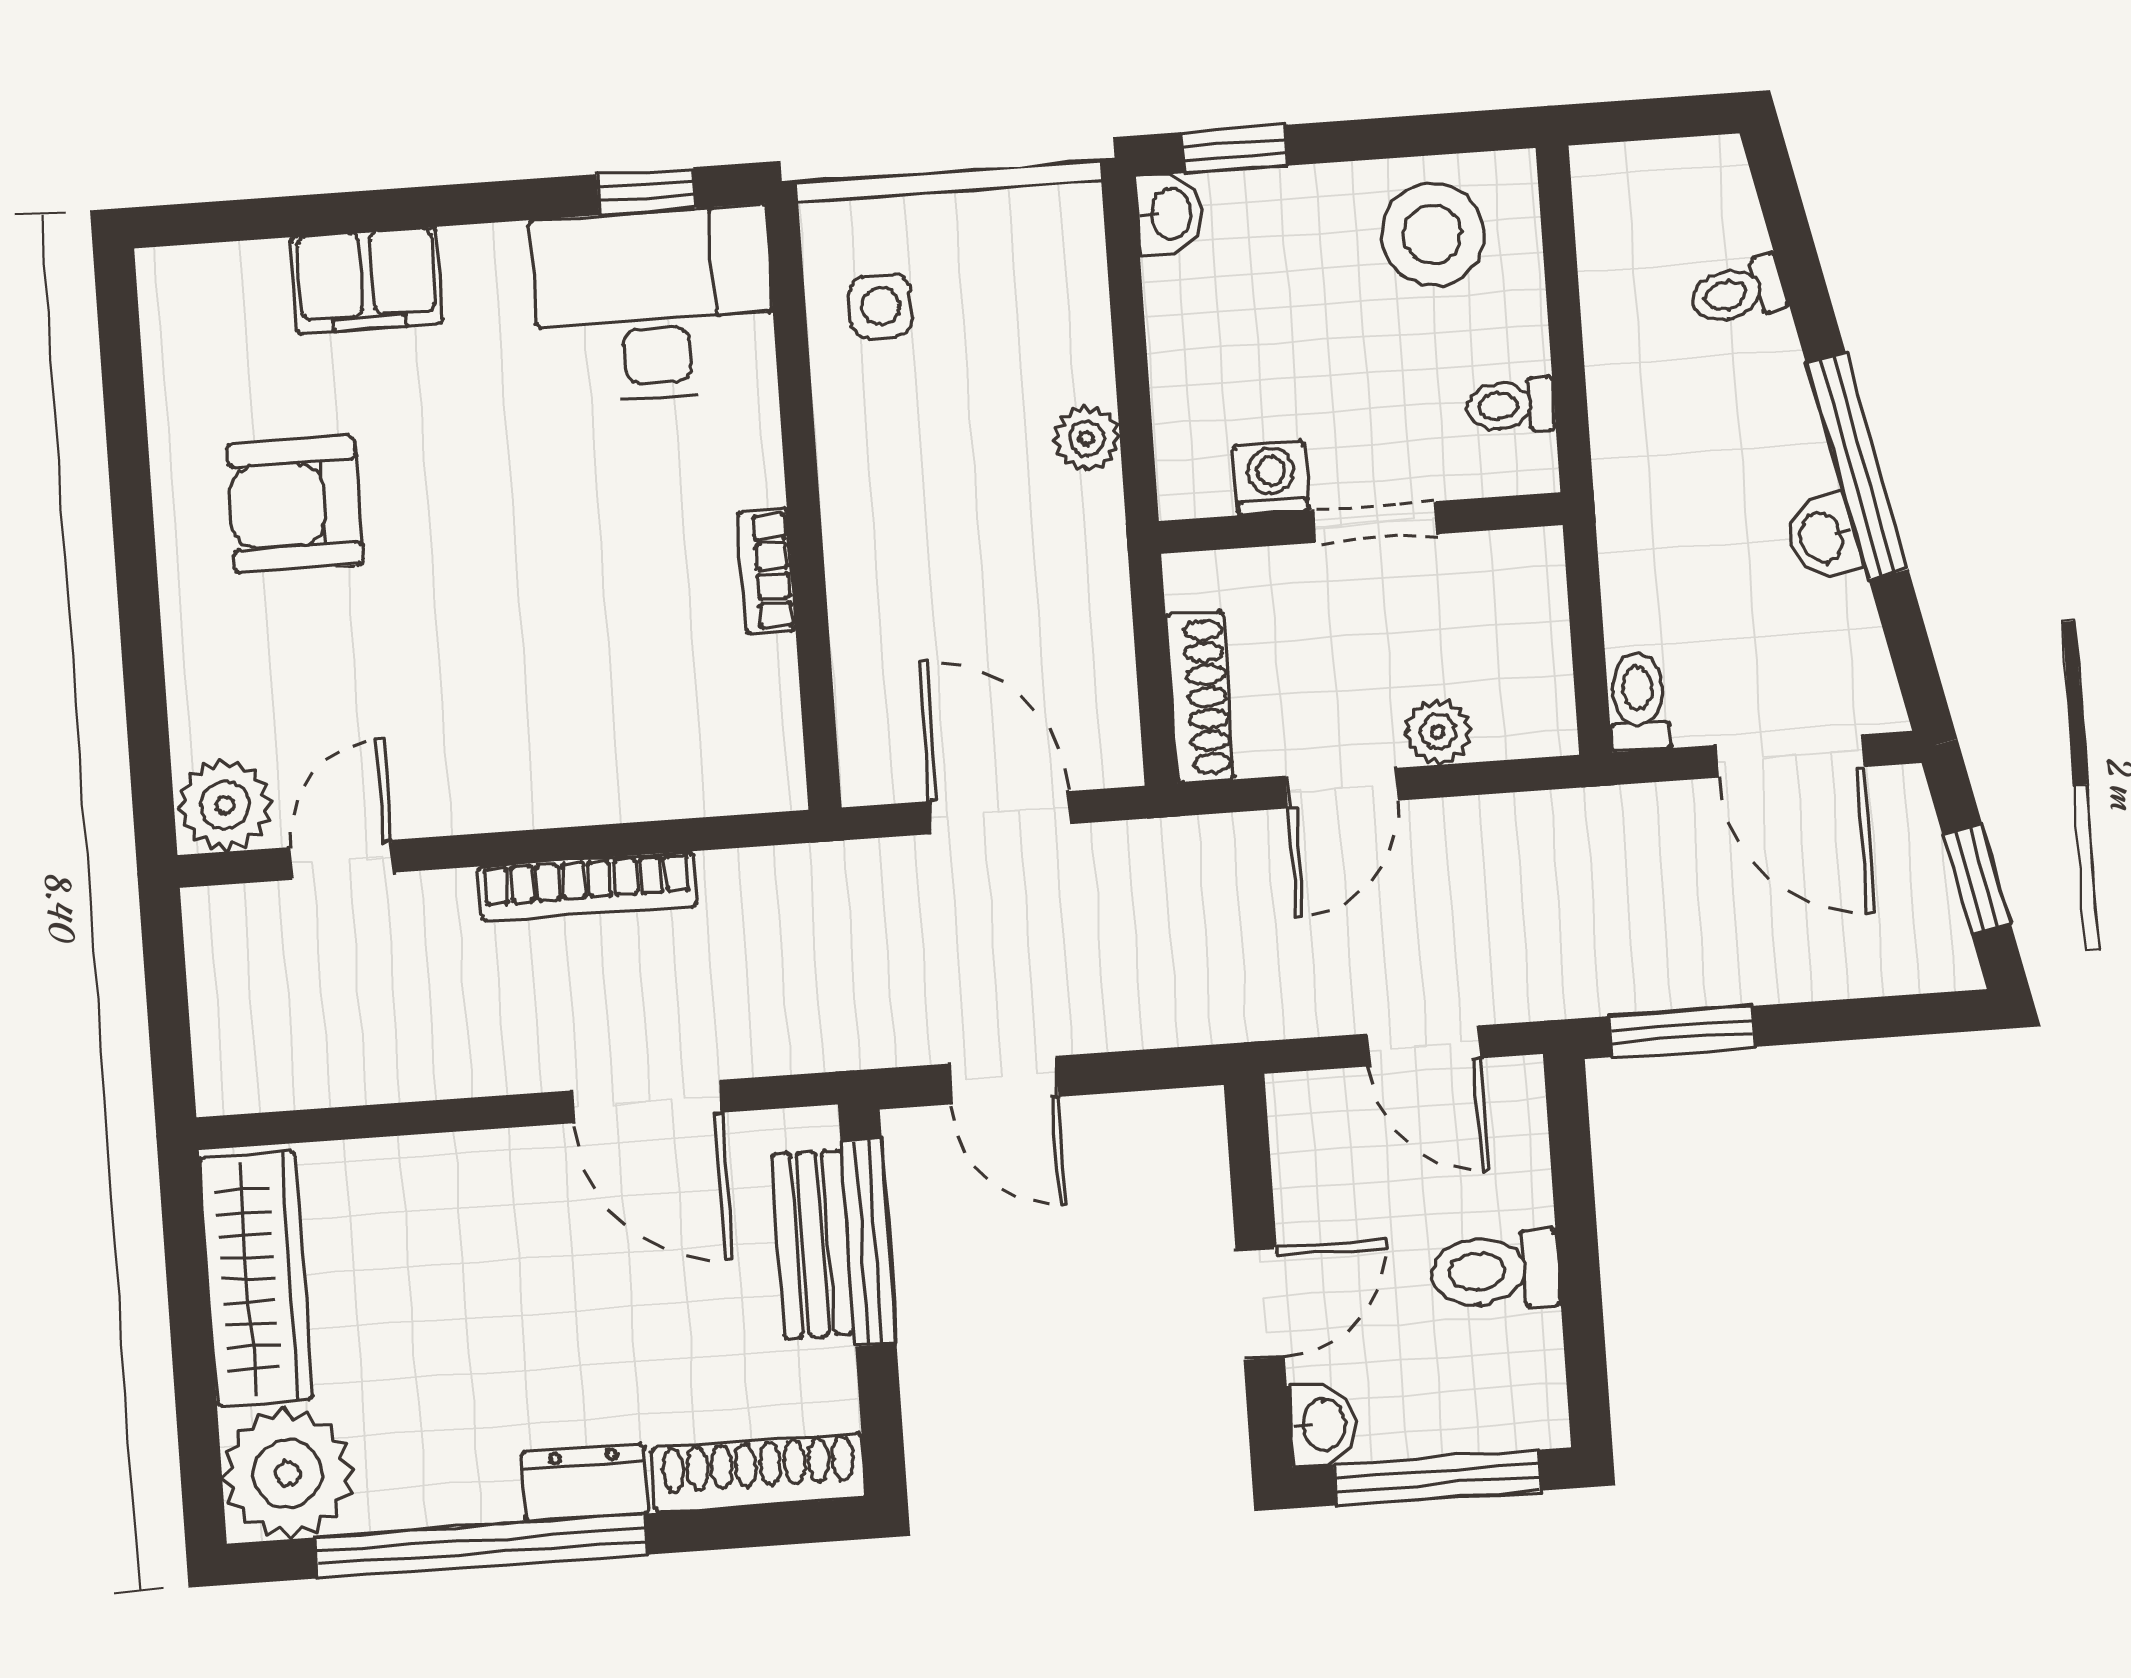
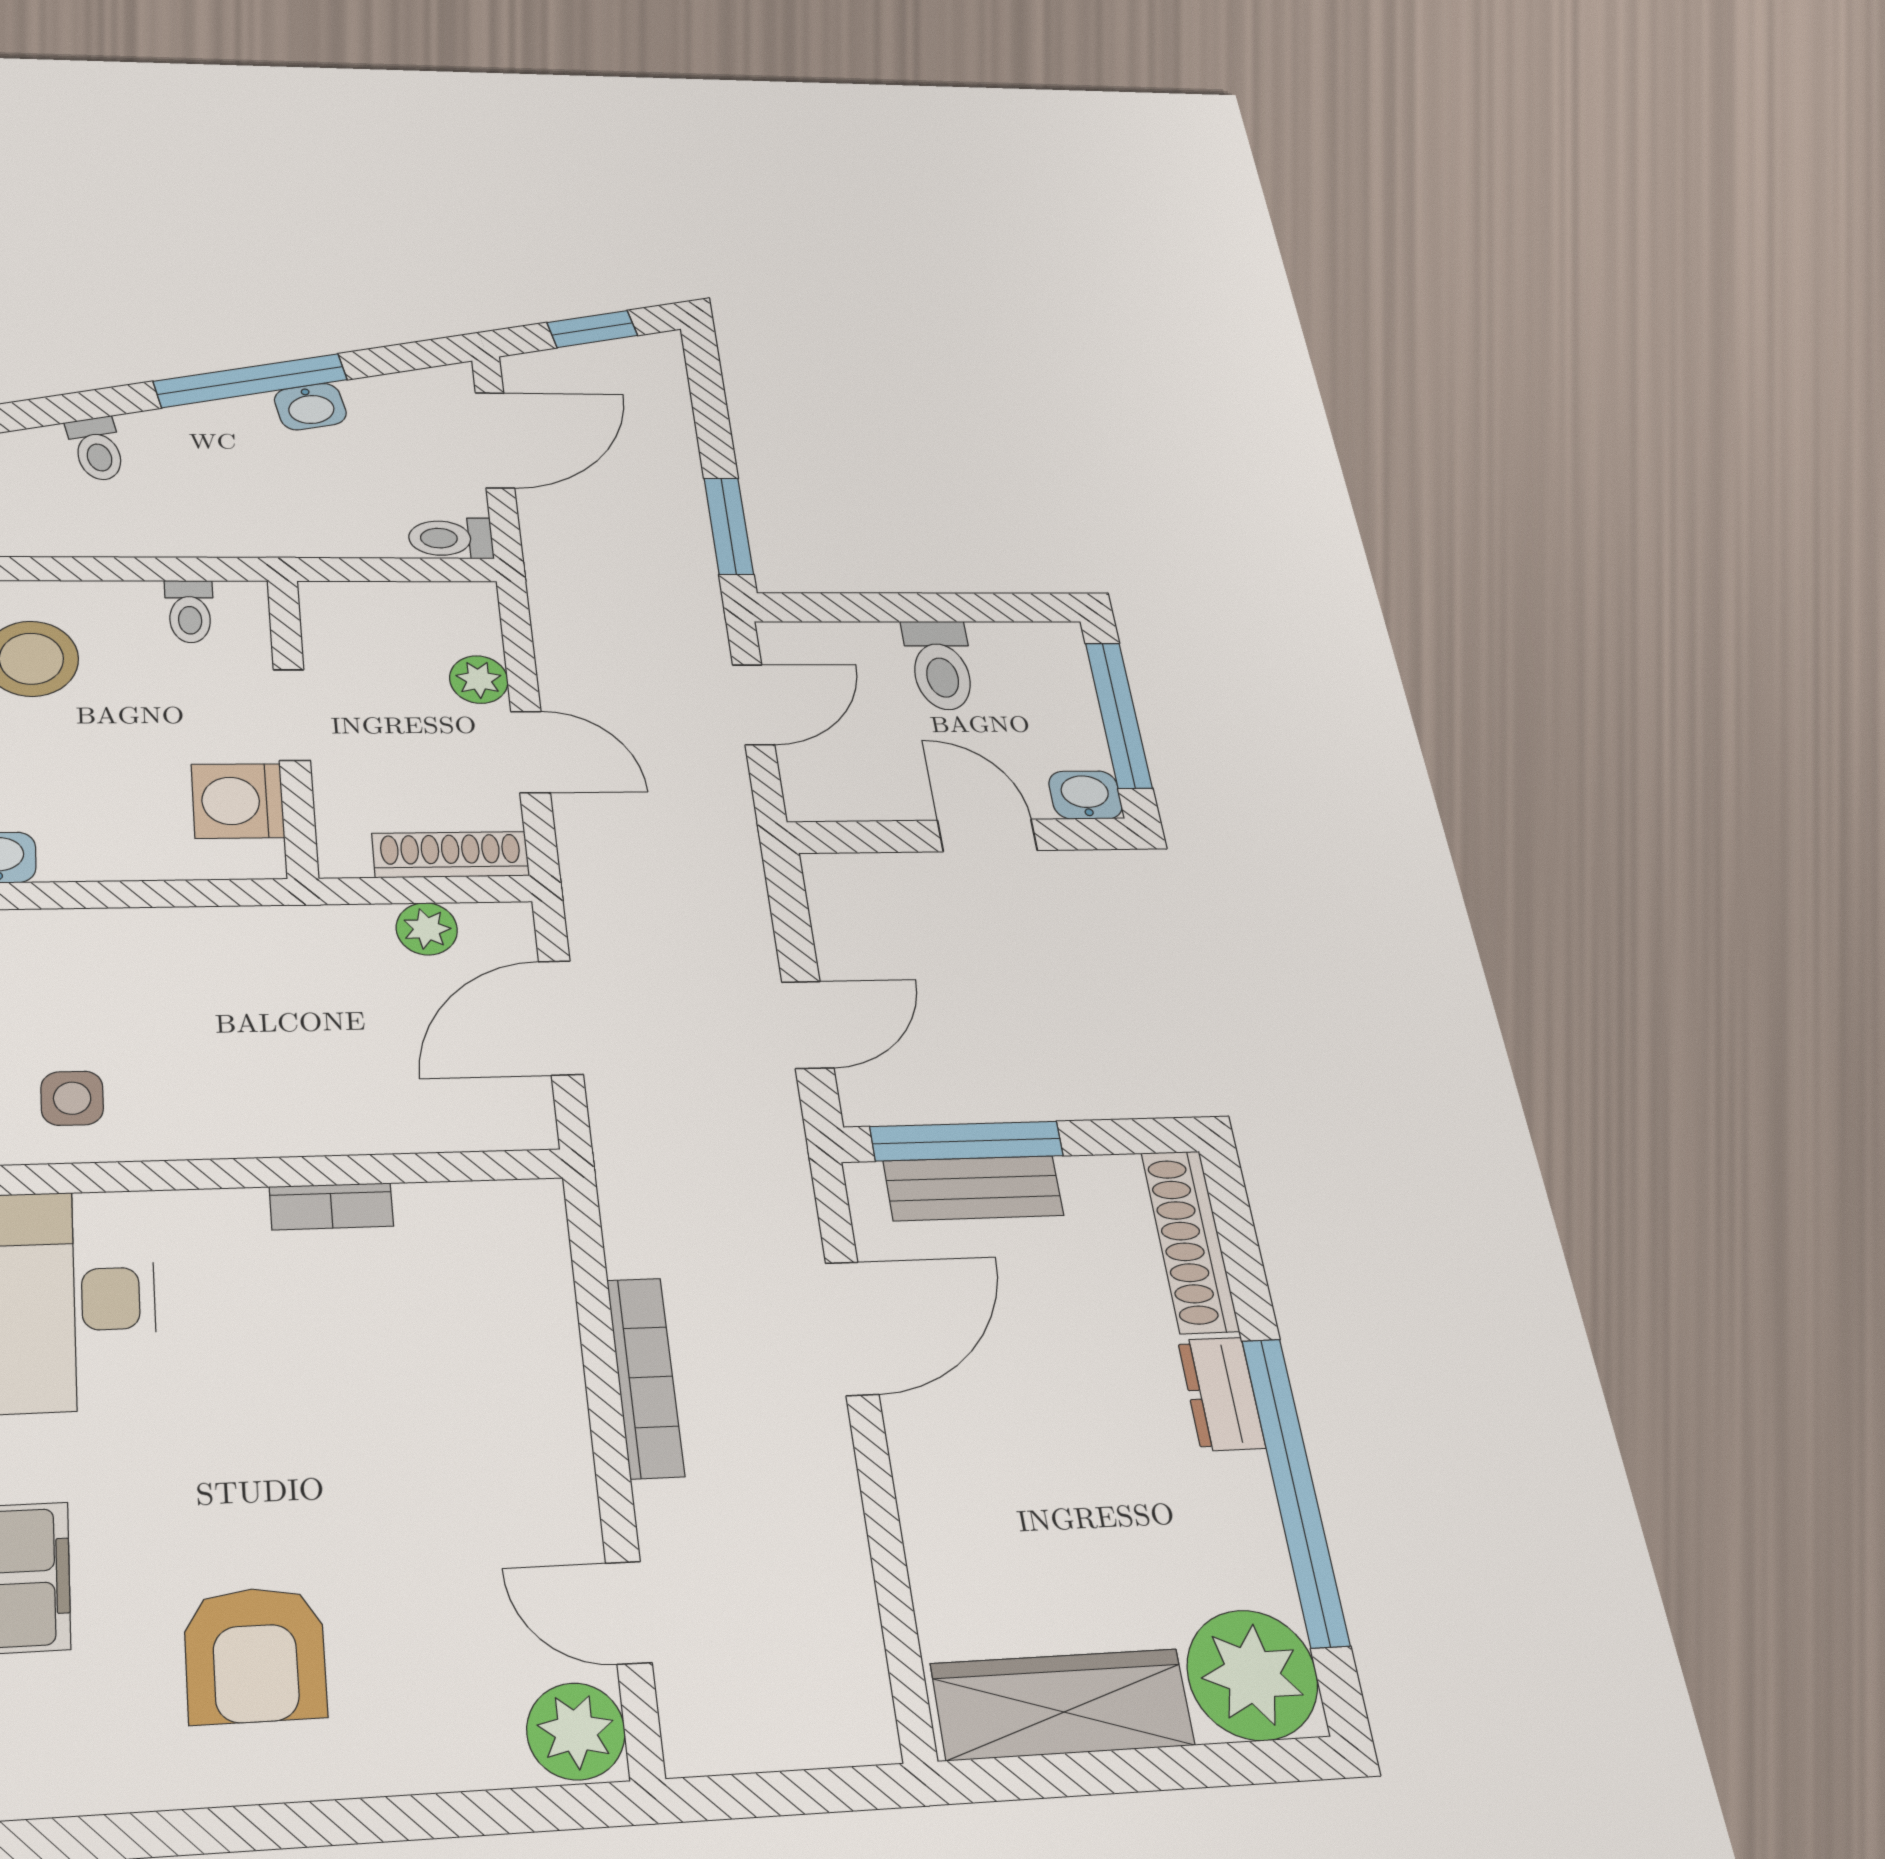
plant: (1087, 438) -> (427, 929), moved
washing machine: (1271, 478) -> (238, 801), width x1.38, depth x1.38

